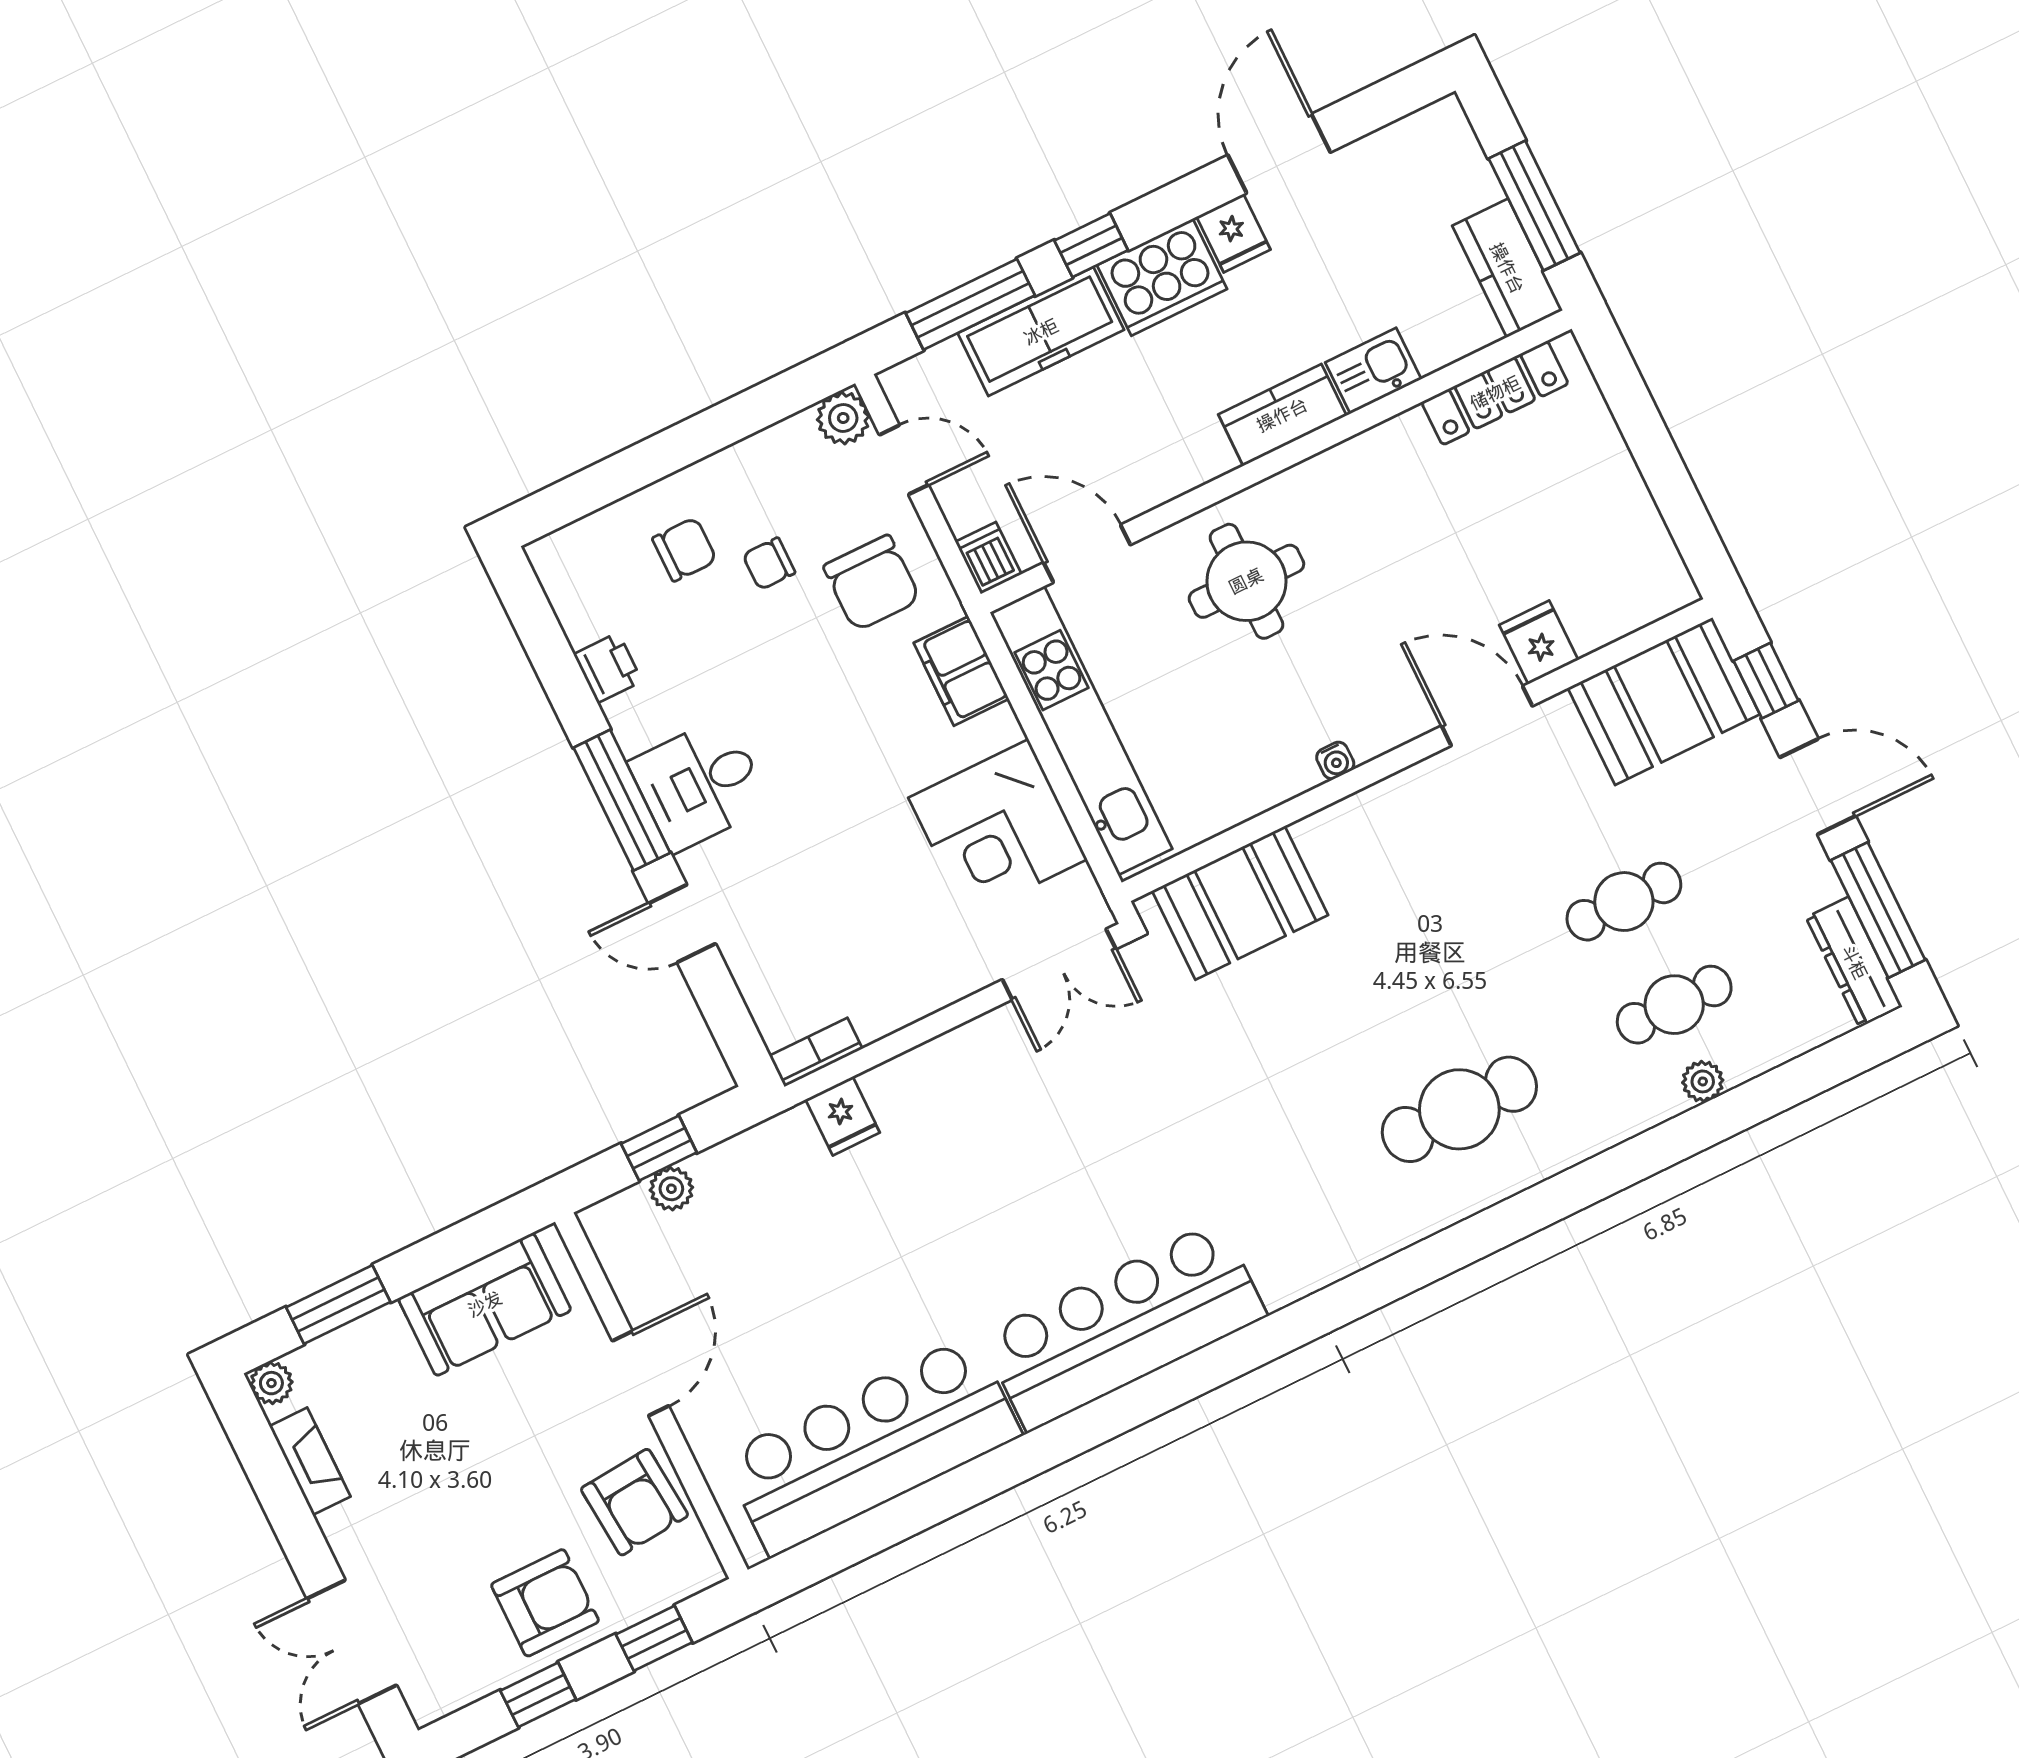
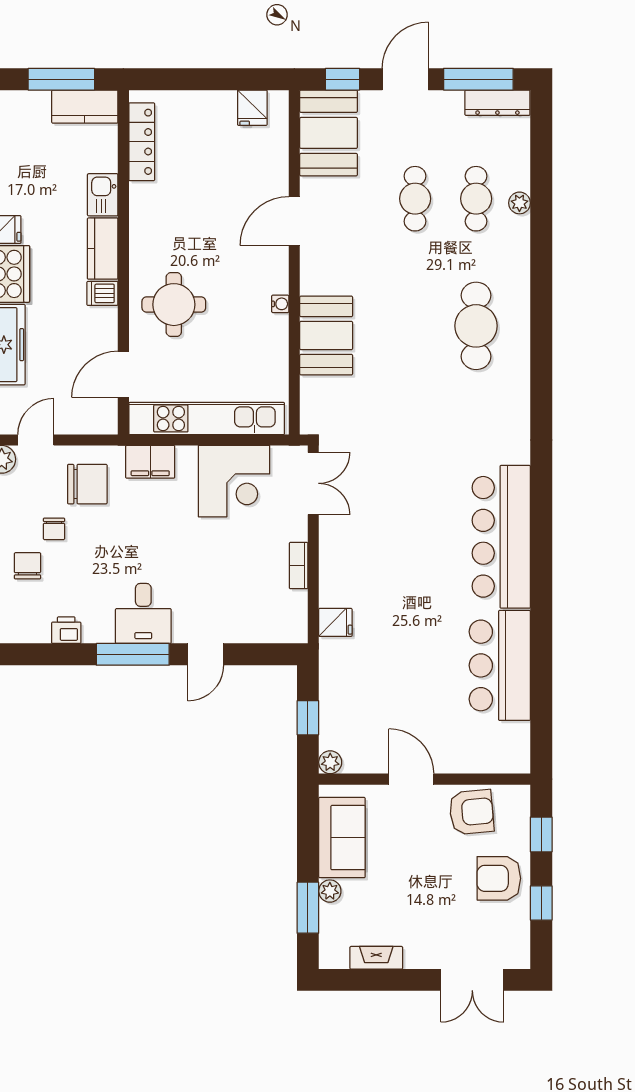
dishwasher: (988, 558) -> (102, 293), moved
fridge: (1539, 642) -> (252, 108), moved, turned -90
booth: (1240, 903) -> (326, 336), moved
bookcase: (816, 1052) -> (299, 566), moved
plant: (671, 1189) -> (330, 762), moved
plant: (271, 1383) -> (330, 891), moved
bar counter: (872, 1446) -> (500, 665), width x0.73
armchair: (545, 1603) -> (499, 878), turned -90

